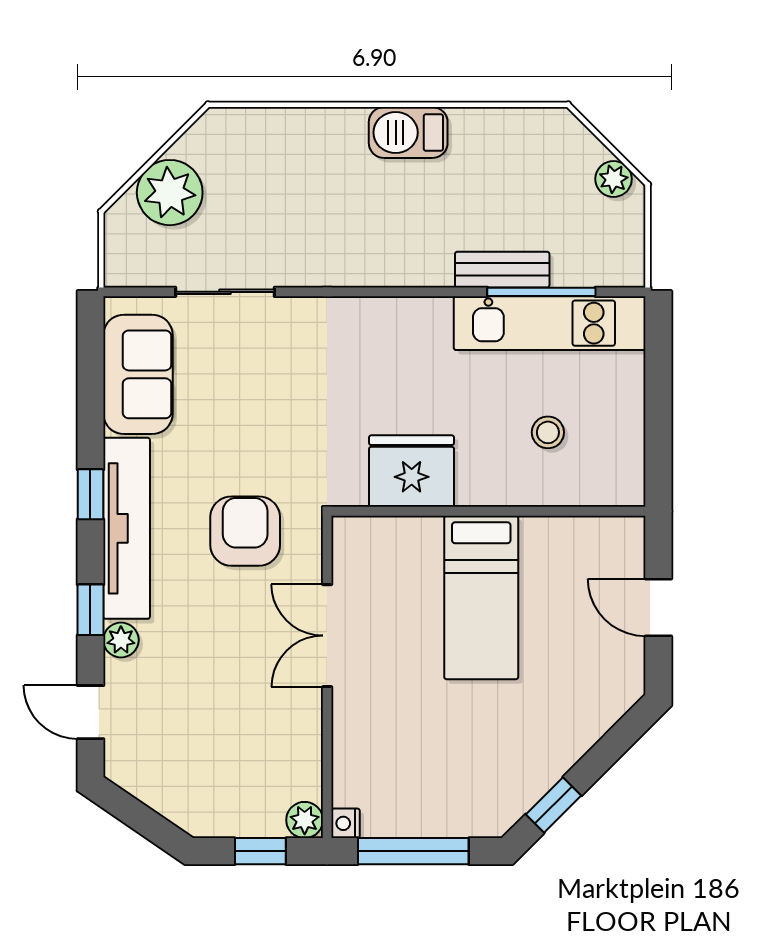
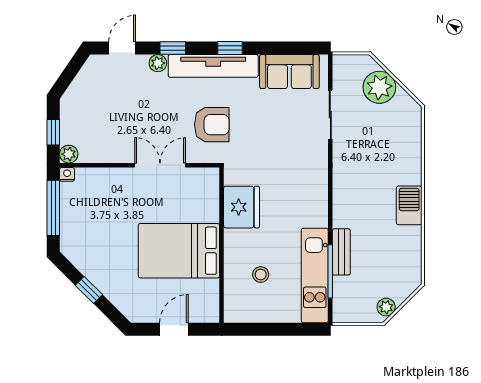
bed: (481, 597) -> (179, 251), width x1.50
window: (554, 805) -> (89, 290), moved

